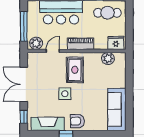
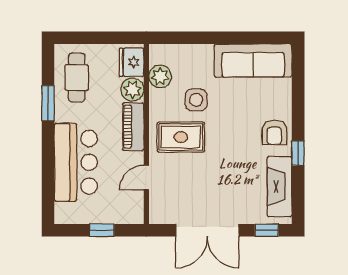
window: (24, 26) -> (102, 230), width x0.46
plant: (36, 43) -> (132, 90), moved
door: (53, 51) -> (146, 177), hinge flipped
side table: (65, 94) -> (196, 100), moved

